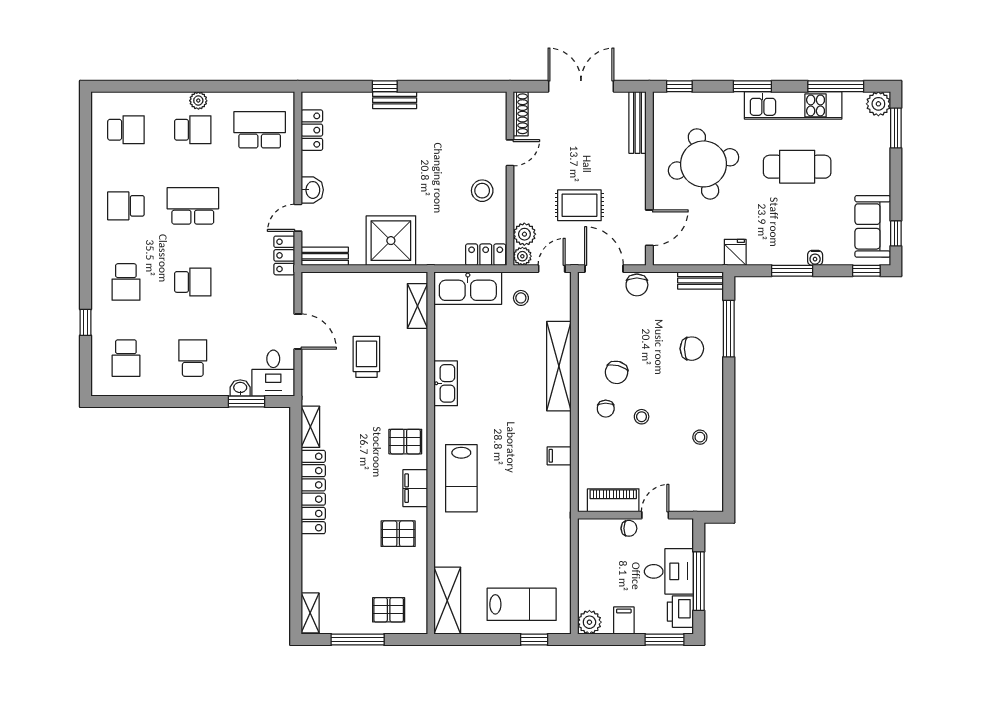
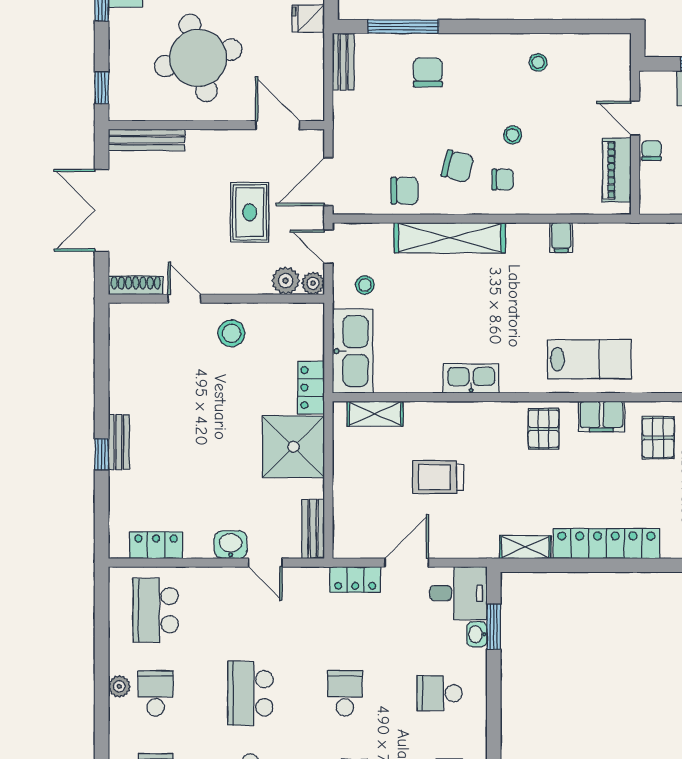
locker: (284, 255) -> (355, 579), moved
locker: (486, 255) -> (311, 388), moved
chair: (637, 285) -> (404, 191), moved

